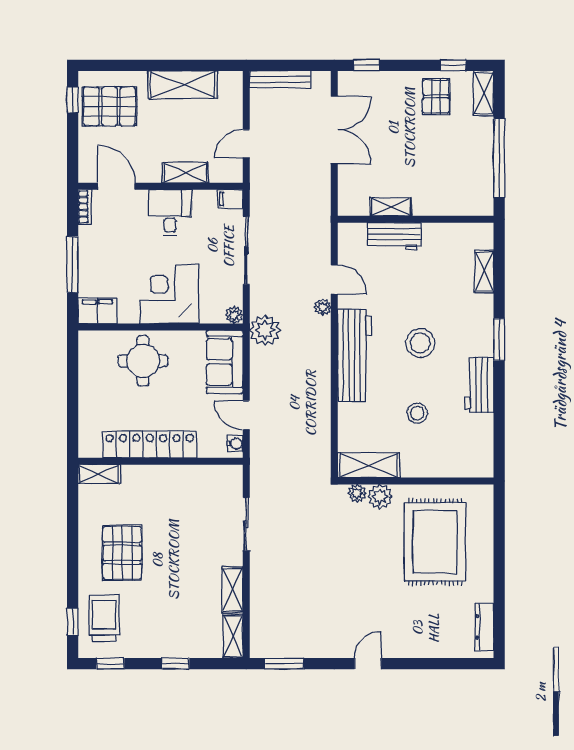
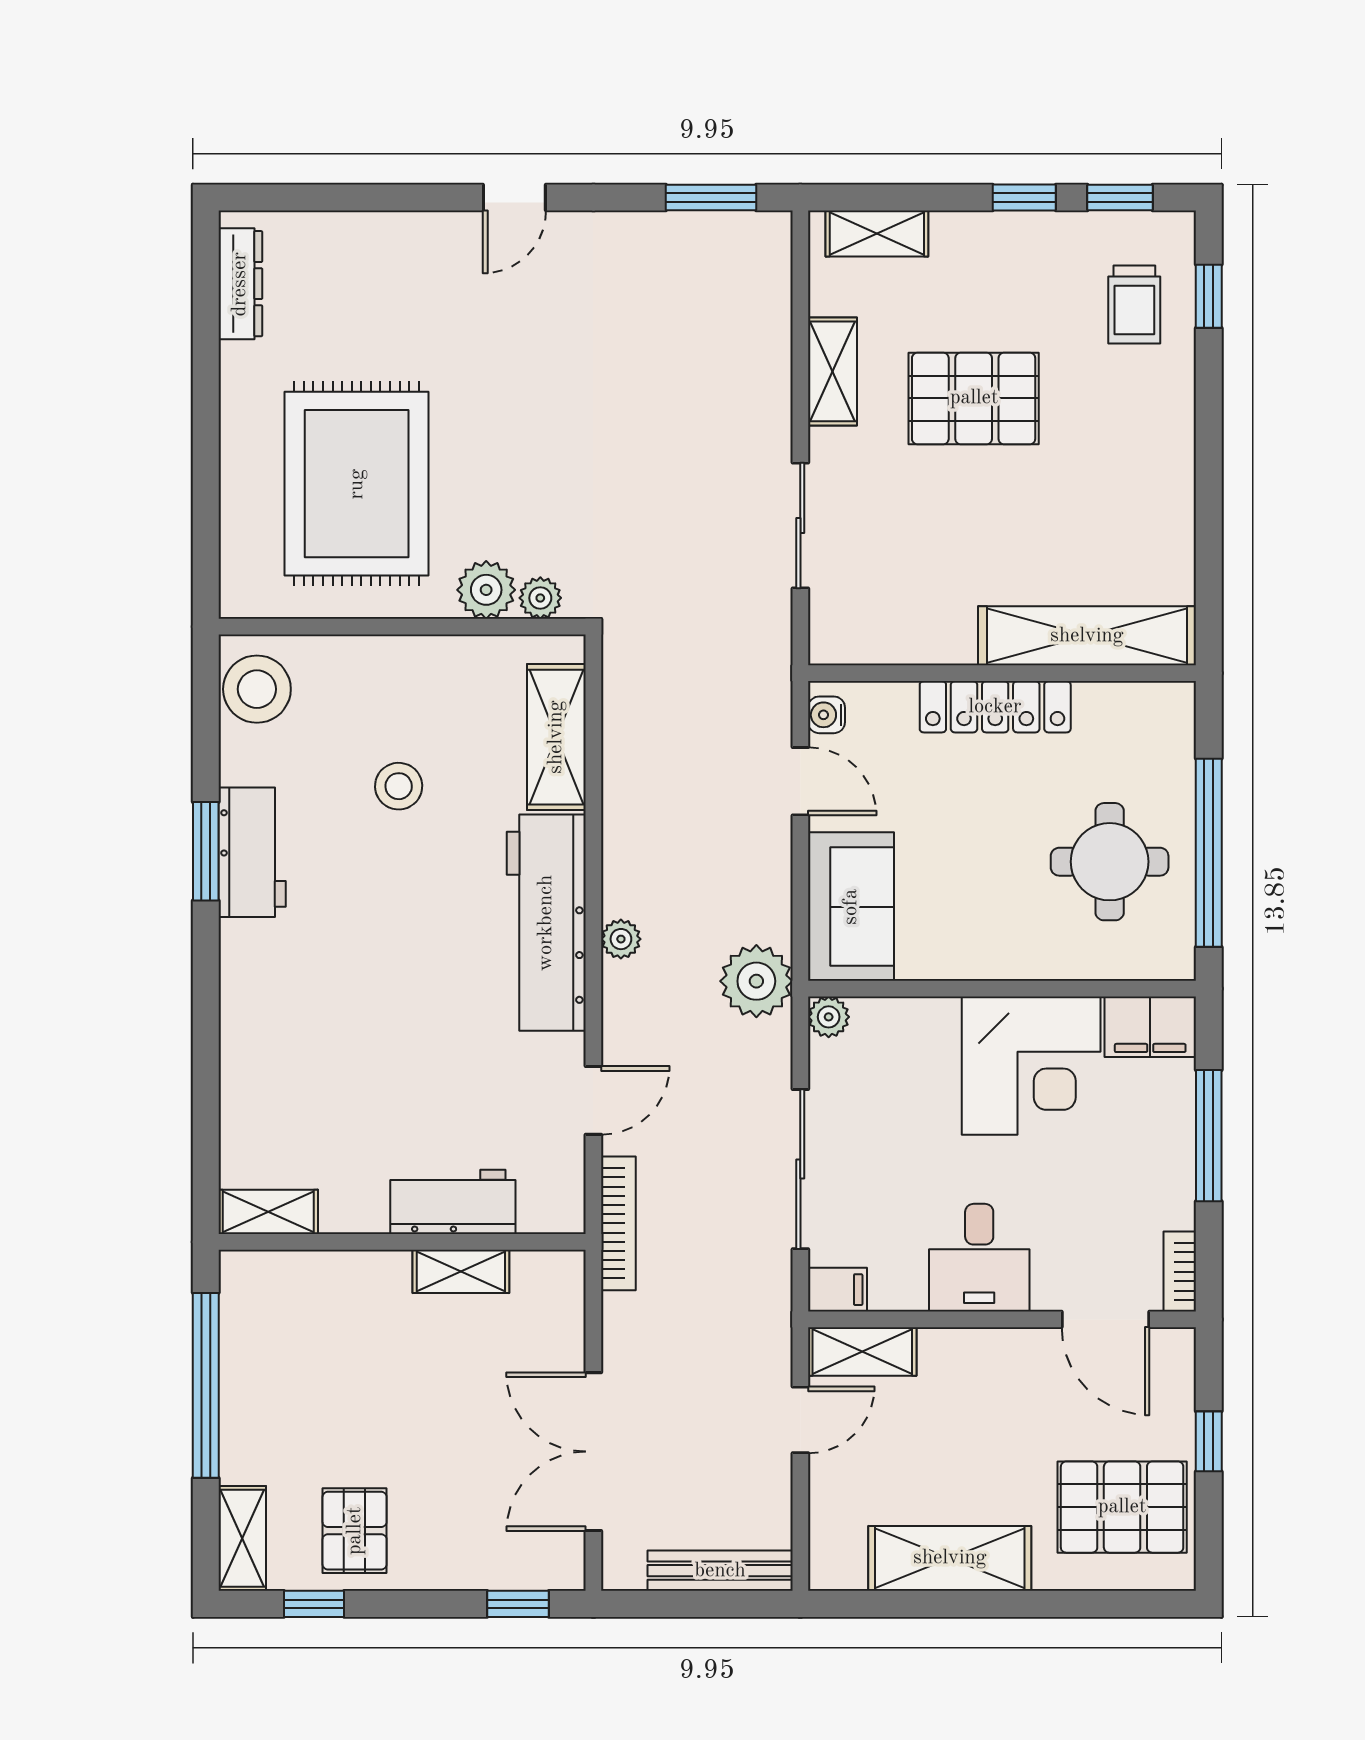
window: (73, 100) -> (1209, 1441), moved
shelving: (185, 173) -> (862, 1352), moved
bookcase: (324, 227) -> (618, 1223), added
shelving: (484, 271) -> (268, 1212), moved, turned 90
door: (334, 279) -> (593, 1100), swing flipped
corner desk: (169, 294) -> (1031, 1066), moved
plant: (323, 307) -> (621, 939), moved
window: (499, 339) -> (206, 851), moved
stool: (420, 343) -> (257, 689), moved
round table: (143, 361) -> (1110, 862), moved
window: (73, 385) -> (1209, 853), added
locker: (150, 445) -> (995, 707), width x0.71, depth x0.83
shelving: (369, 465) -> (556, 737), moved, turned 90
shelving: (99, 474) -> (1087, 636), width x2.20, depth x1.33
pallet: (122, 553) -> (974, 398), moved, turned 90
trolley: (104, 618) -> (1134, 305), width x0.73, depth x0.72
shelving: (233, 636) -> (877, 234), moved, turned 90
window: (176, 664) -> (1024, 198), moved

